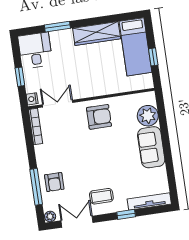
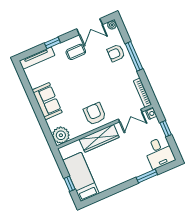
wardrobe: (97, 34) -> (99, 138), moved, turned 180
window: (153, 57) -> (70, 184), moved
plant: (148, 116) -> (61, 135), moved
armchair: (99, 117) -> (95, 114), turned 90
armchair: (54, 182) -> (116, 53), turned -90
window: (36, 187) -> (134, 56), moved

